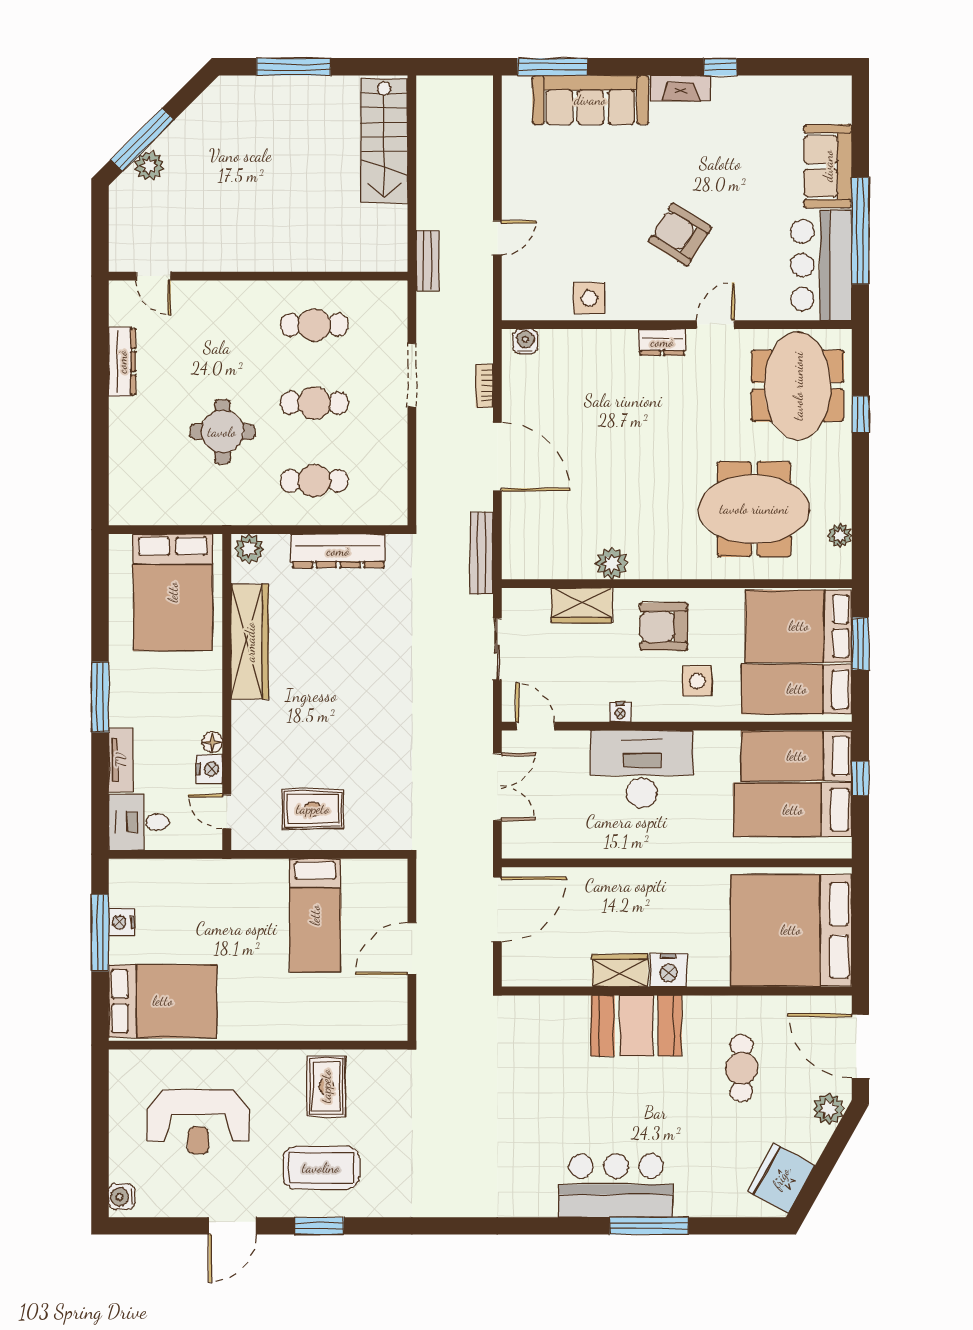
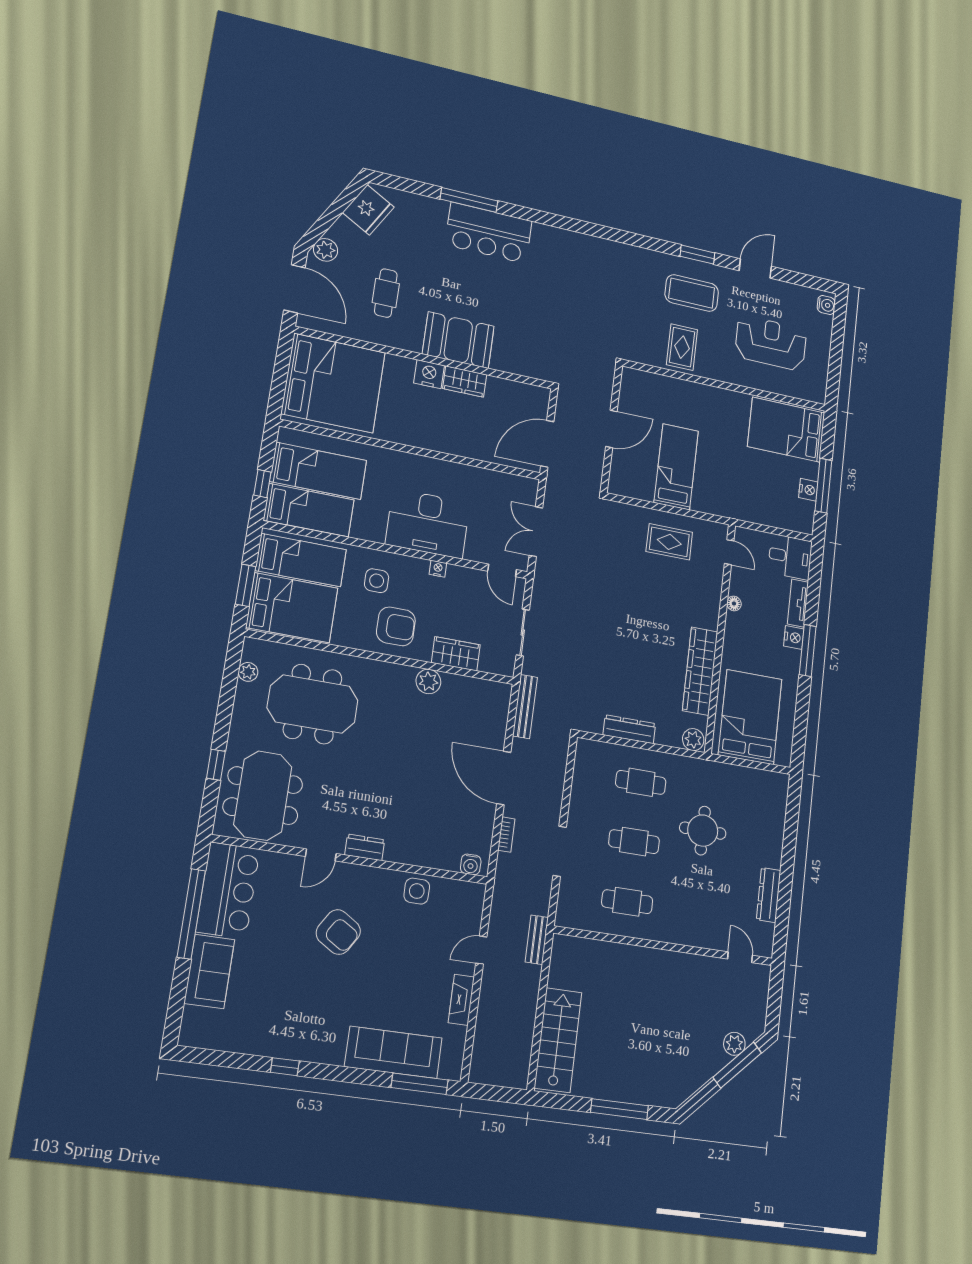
fireplace: (681, 88) -> (461, 1000), moved, turned -90
dresser: (338, 551) -> (629, 729), width x0.73, depth x0.80
nightstand: (209, 769) -> (794, 638), moved, turned 180

